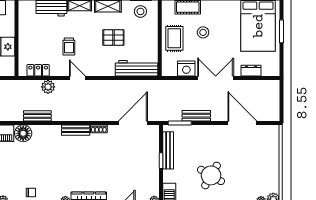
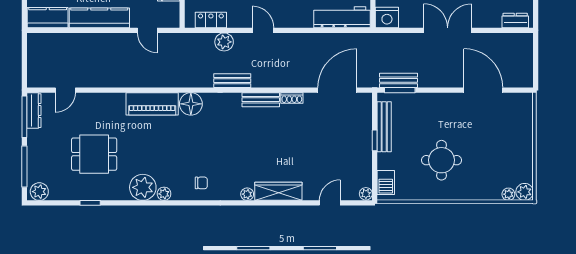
nightstand: (186, 69) -> (387, 18), moved
dresser: (251, 71) -> (515, 20), moved
bench: (37, 116) -> (232, 81), moved
bench: (196, 116) -> (399, 80), moved
round table: (211, 175) -> (441, 160), turned -30

